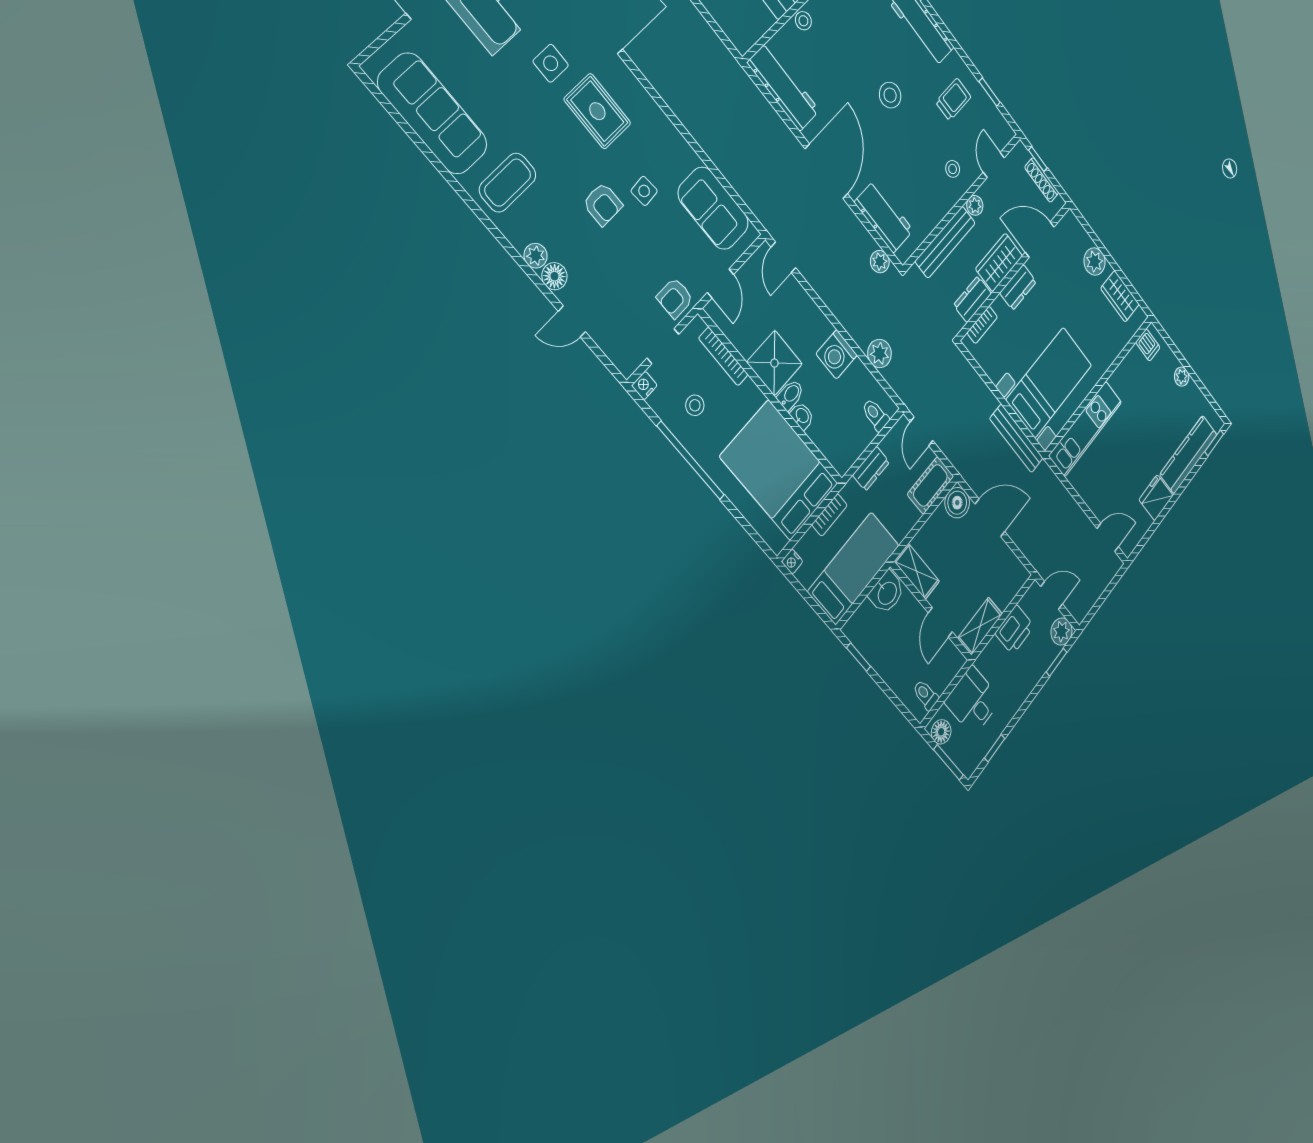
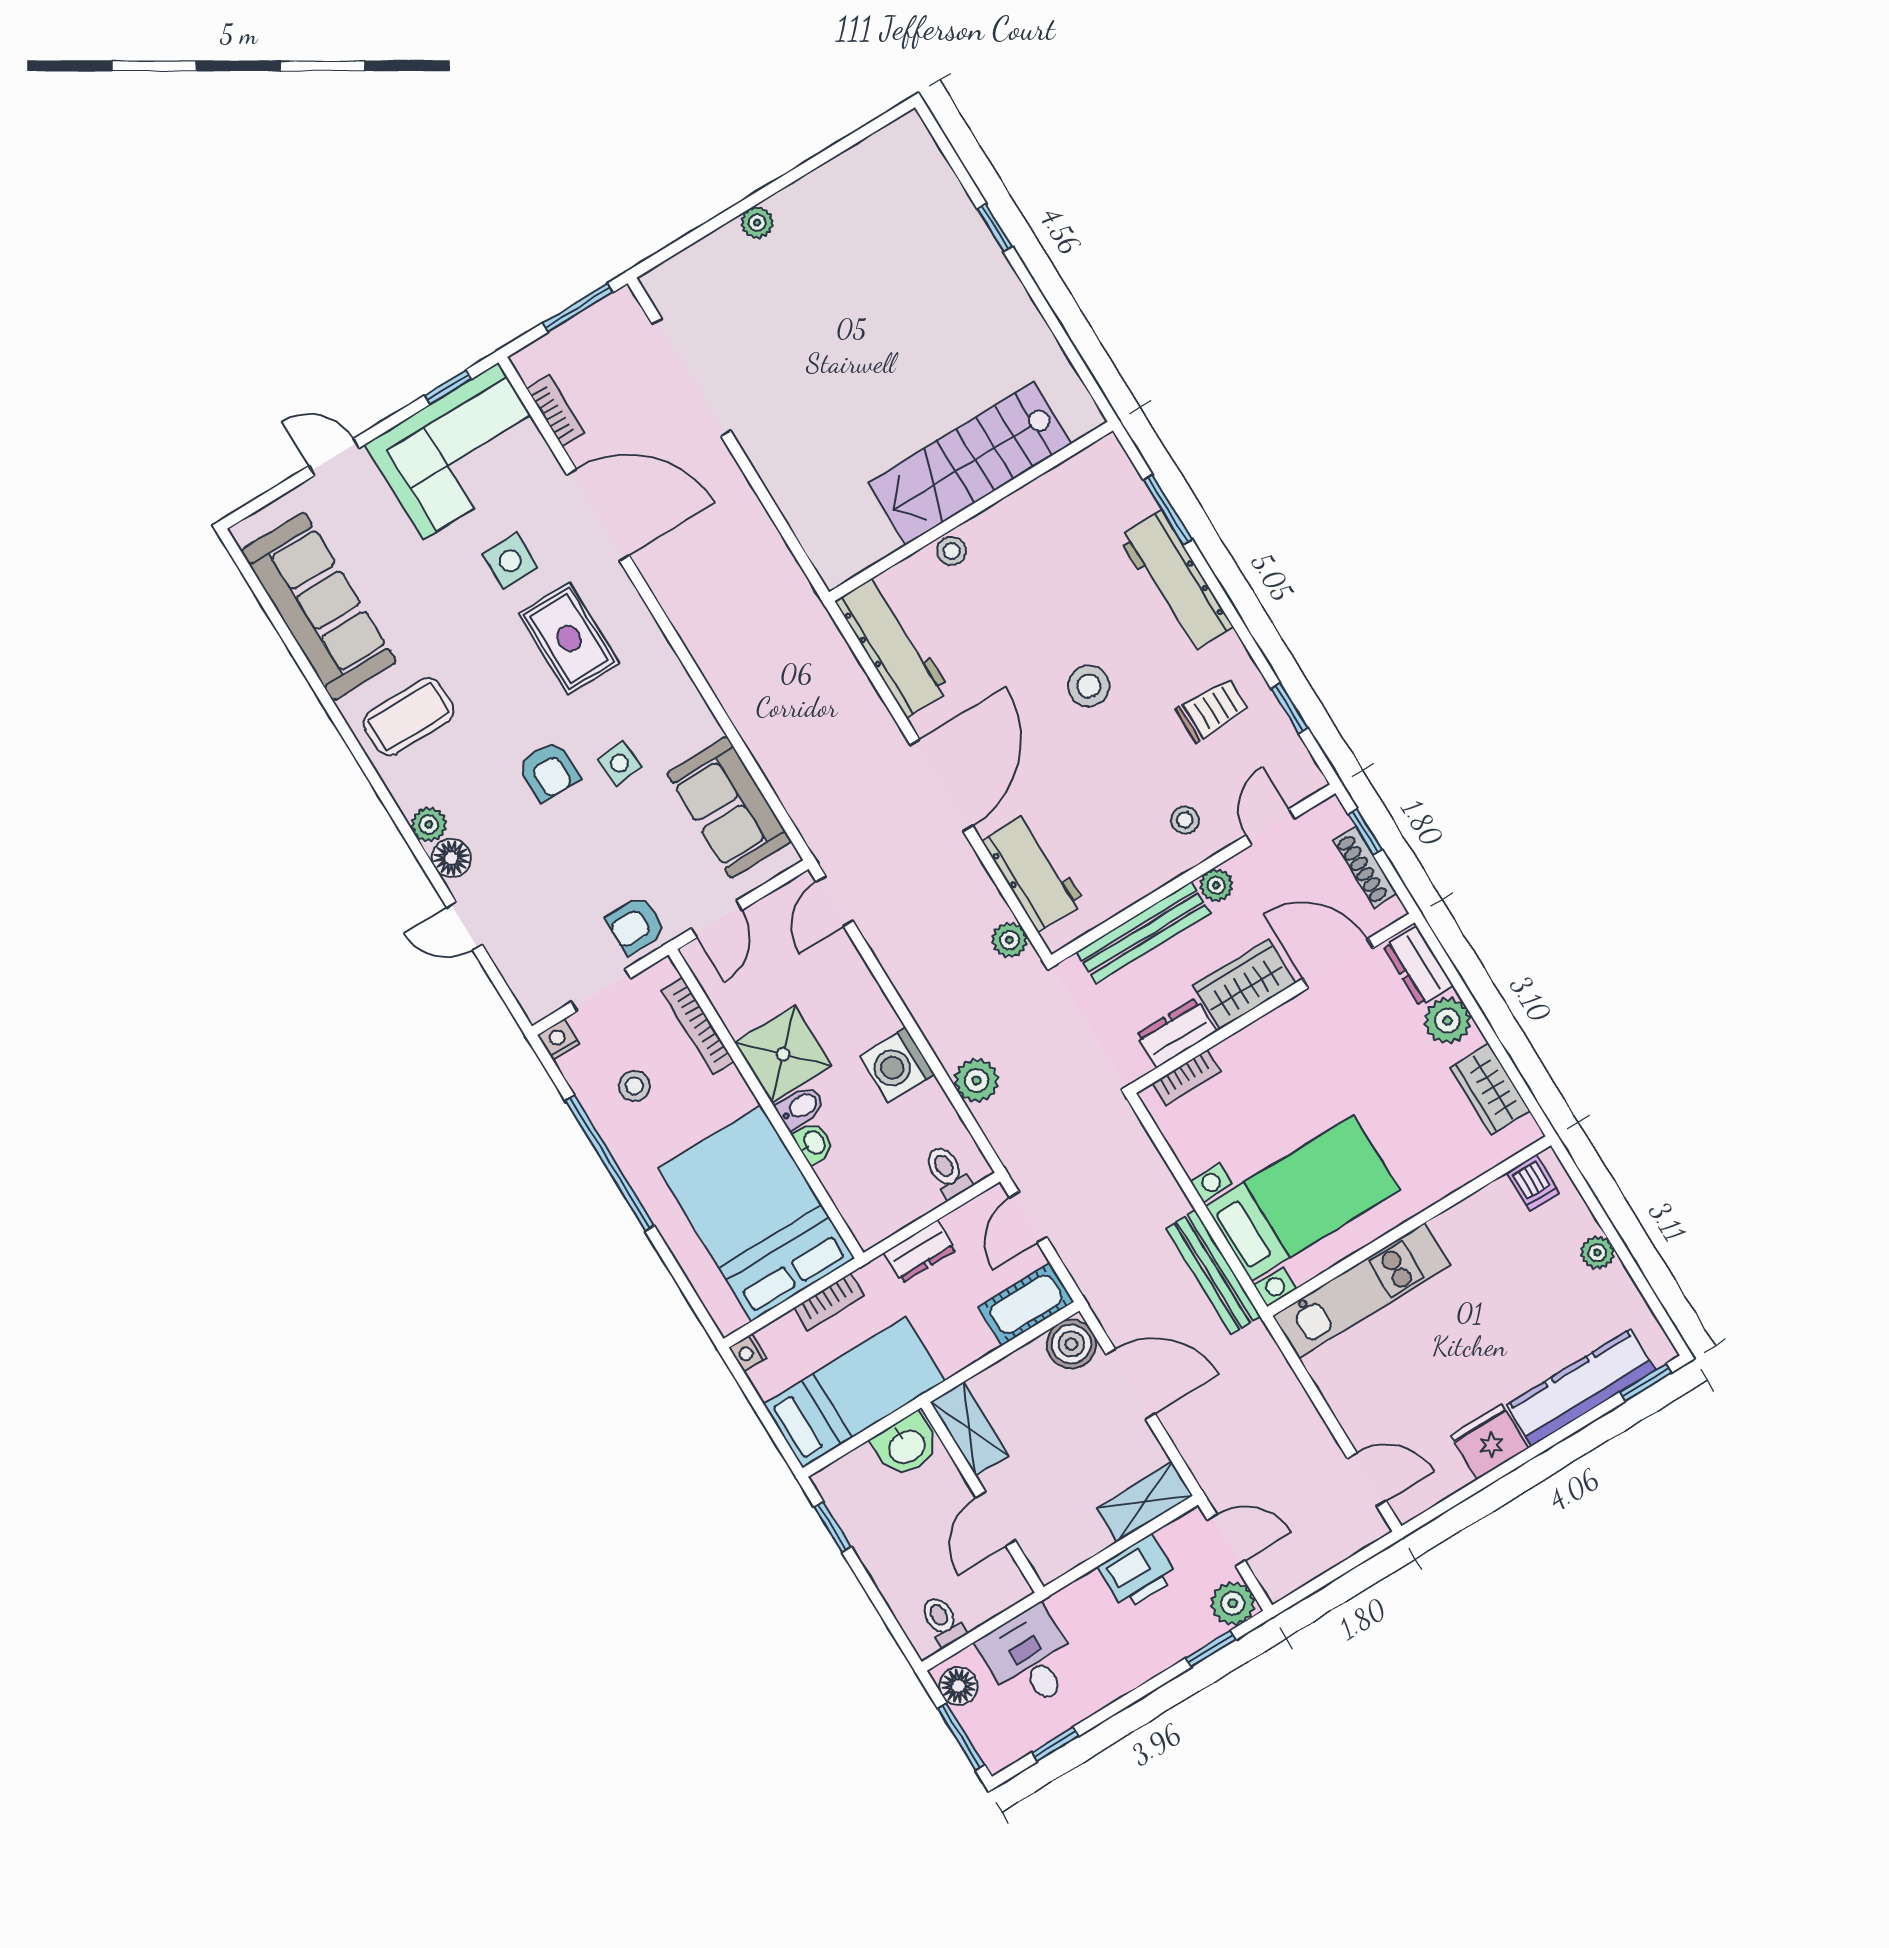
dresser: (1018, 287) -> (1418, 966), moved, turned 90
shelving: (980, 626) -> (1145, 1502), moved

